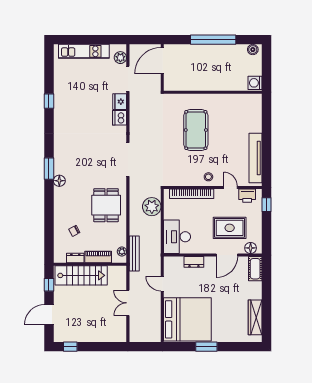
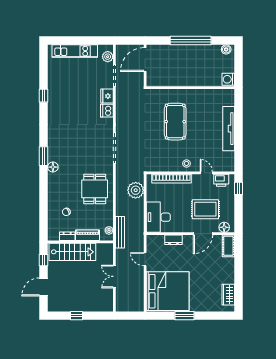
tv unit: (255, 158) -> (229, 129), moved
wardrobe: (255, 317) -> (228, 295), width x0.67
window: (70, 347) -> (76, 316), moved

